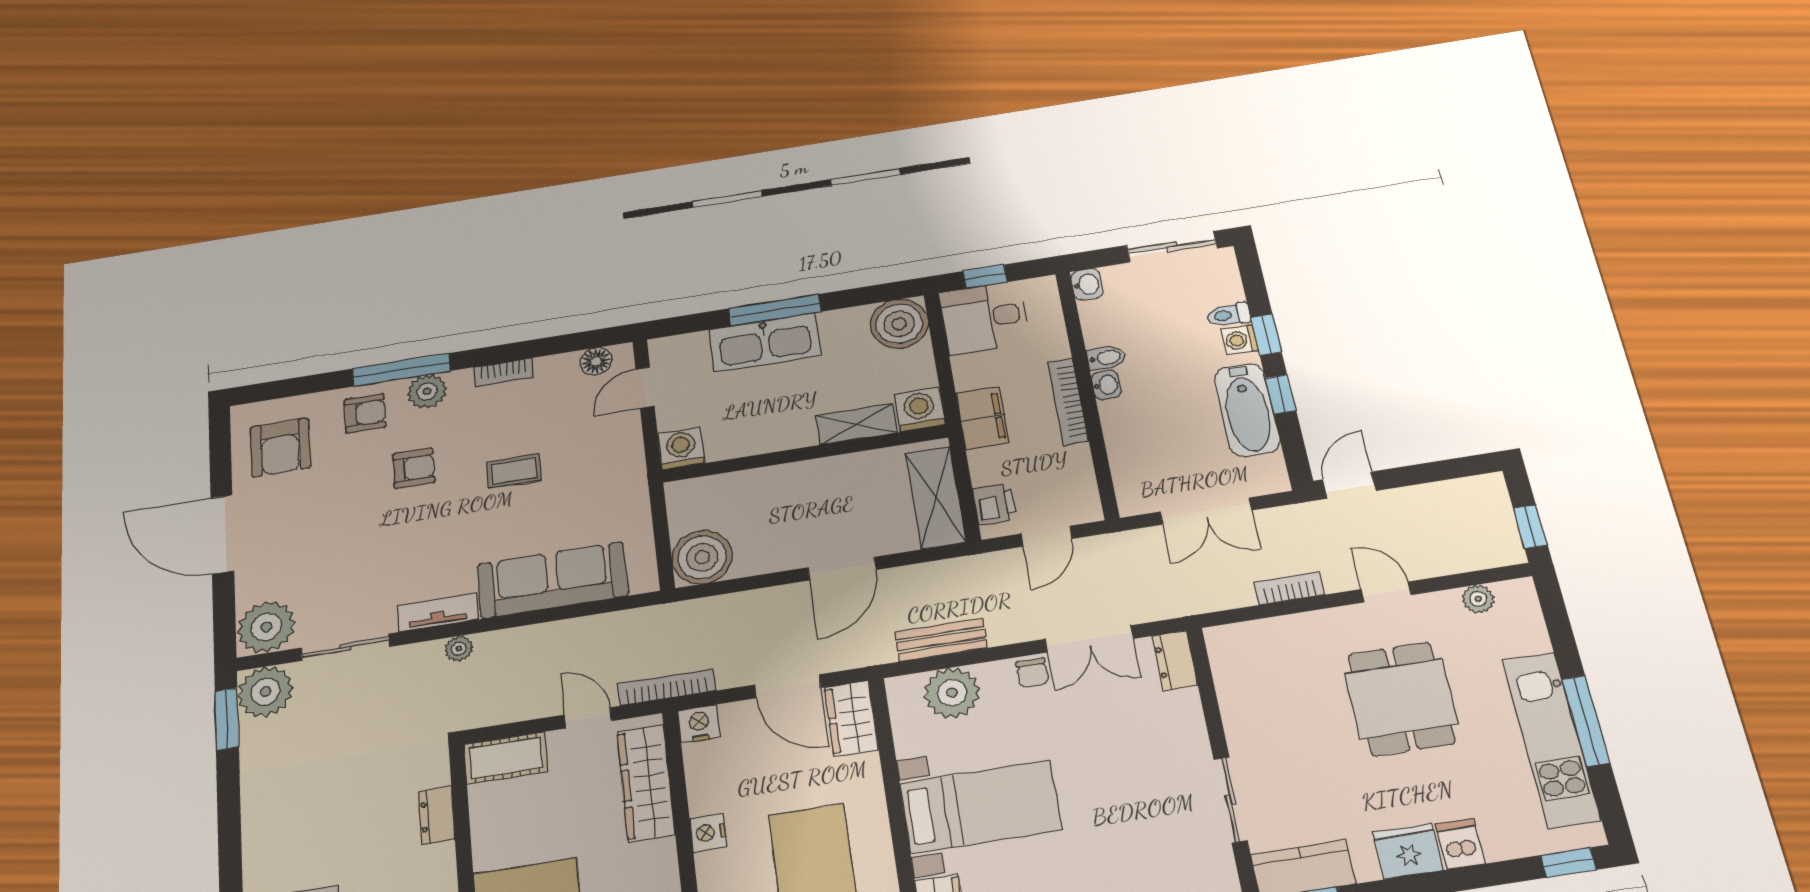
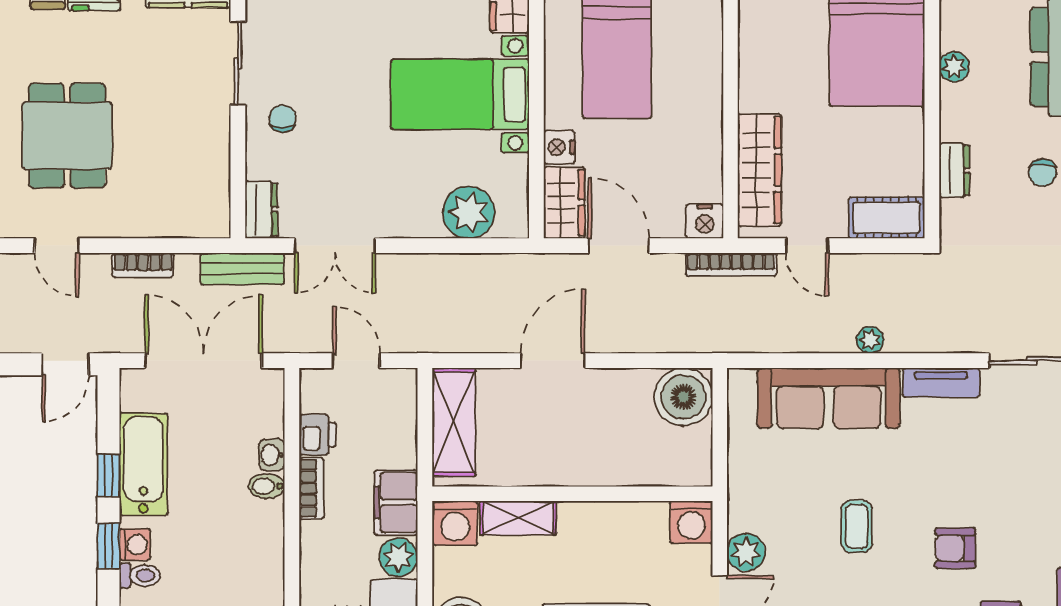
bidet: (1106, 358) -> (267, 486), moved
plant: (972, 372) -> (398, 557), added
washbasin: (1106, 385) -> (272, 455), moved
bookcase: (1068, 401) -> (311, 488), width x0.64
plant: (623, 431) -> (746, 552), added
coffee table: (514, 471) -> (857, 526), turned 90
printer: (995, 504) -> (317, 435), moved, turned 180
double door: (1206, 511) -> (203, 361), width x1.37
door: (1046, 536) -> (356, 361), hinge flipped
double door: (1089, 639) -> (335, 246), swing flipped
bench: (941, 640) -> (242, 269), moved
plant: (459, 648) -> (870, 340), moved
chair: (1032, 673) -> (282, 119), moved
chair: (342, 828) -> (1042, 173), added
nightstand: (708, 833) -> (559, 147), moved, turned 180

